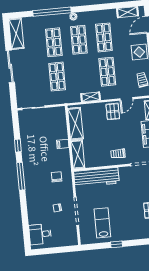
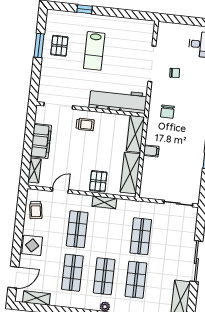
pallet: (113, 111) -> (98, 181), moved
lab bench: (102, 223) -> (94, 51), moved
window: (117, 244) -> (85, 9), moved

